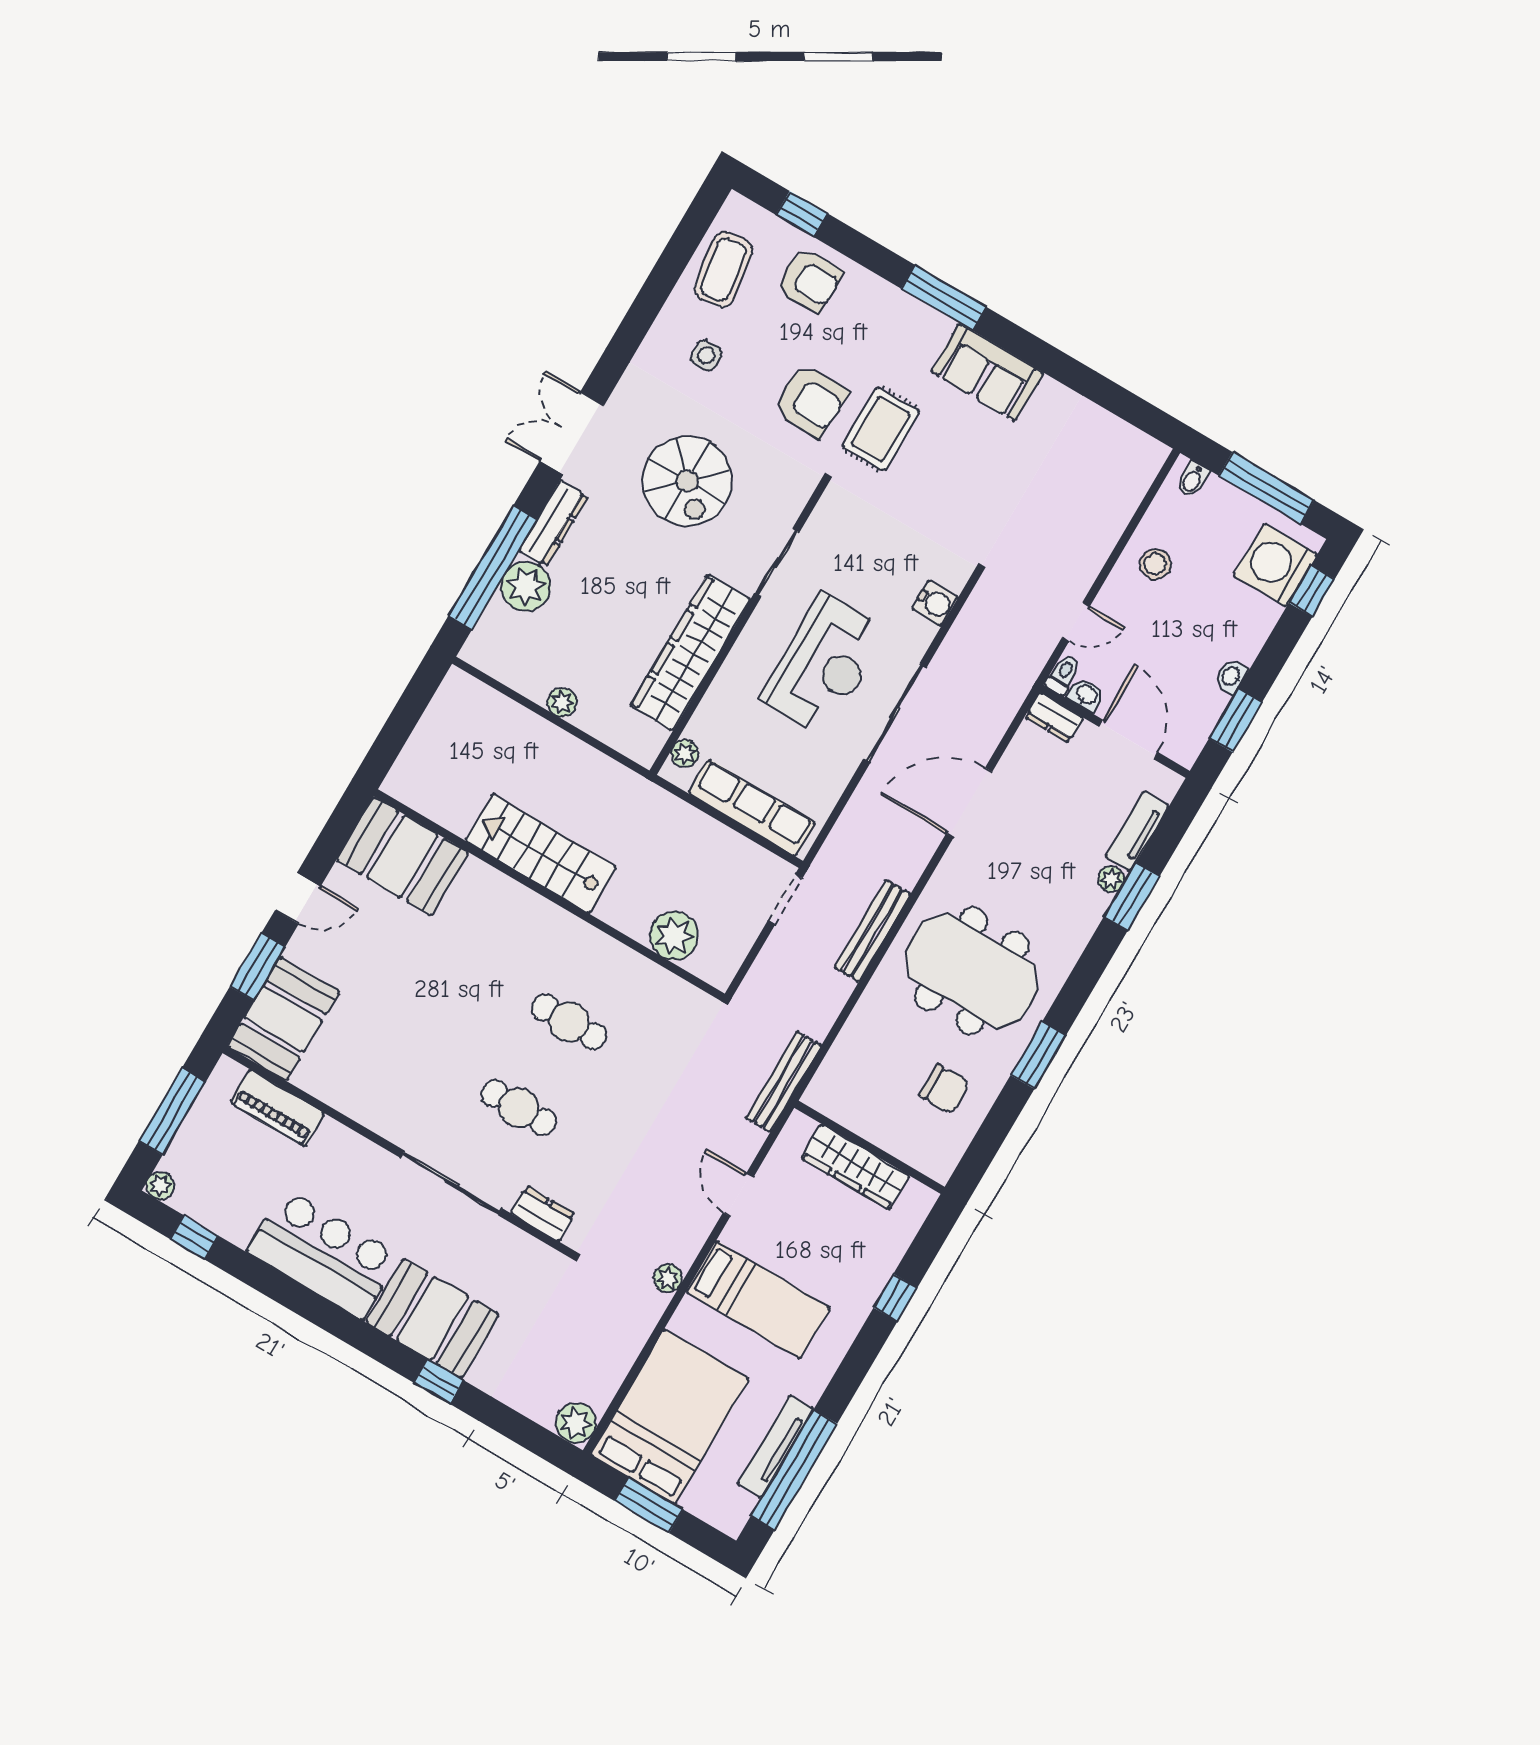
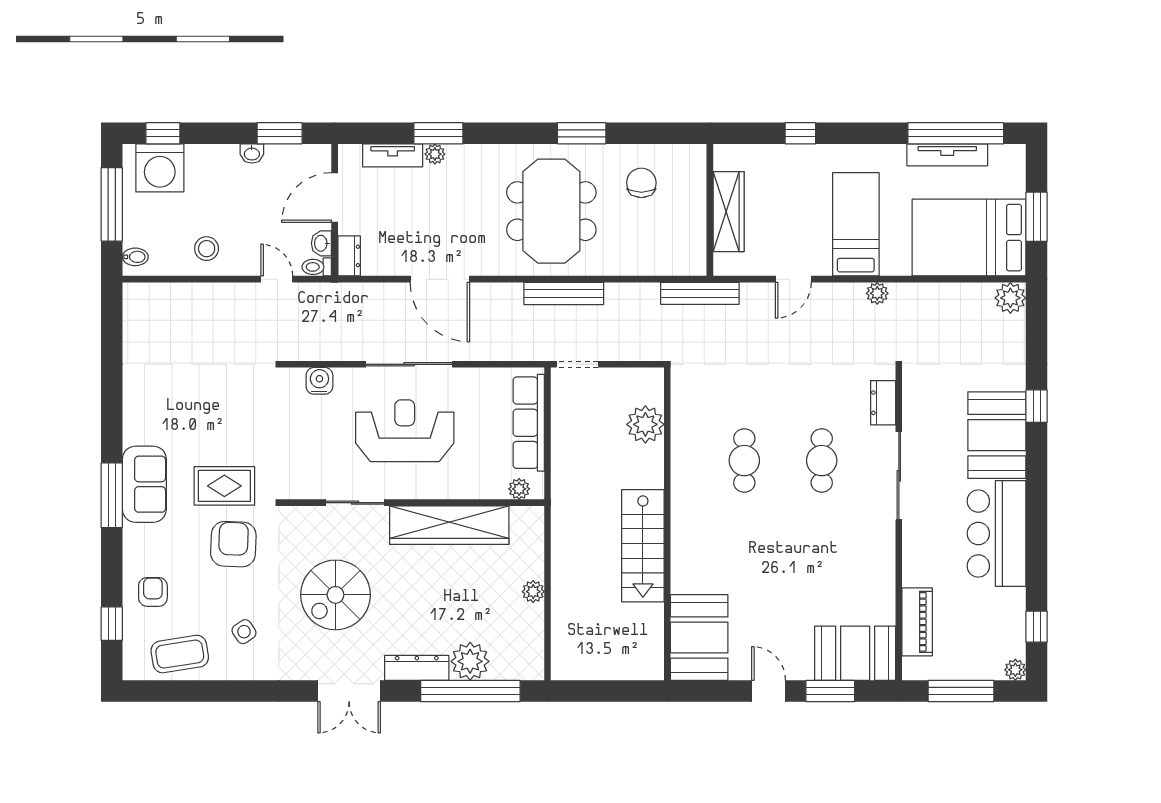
armchair: (810, 280) -> (153, 592), width x0.72, depth x0.72
side table: (706, 355) -> (244, 632), turned -34
sofa: (987, 372) -> (144, 484), moved
spiral stairs: (687, 481) -> (335, 595), turned 180

